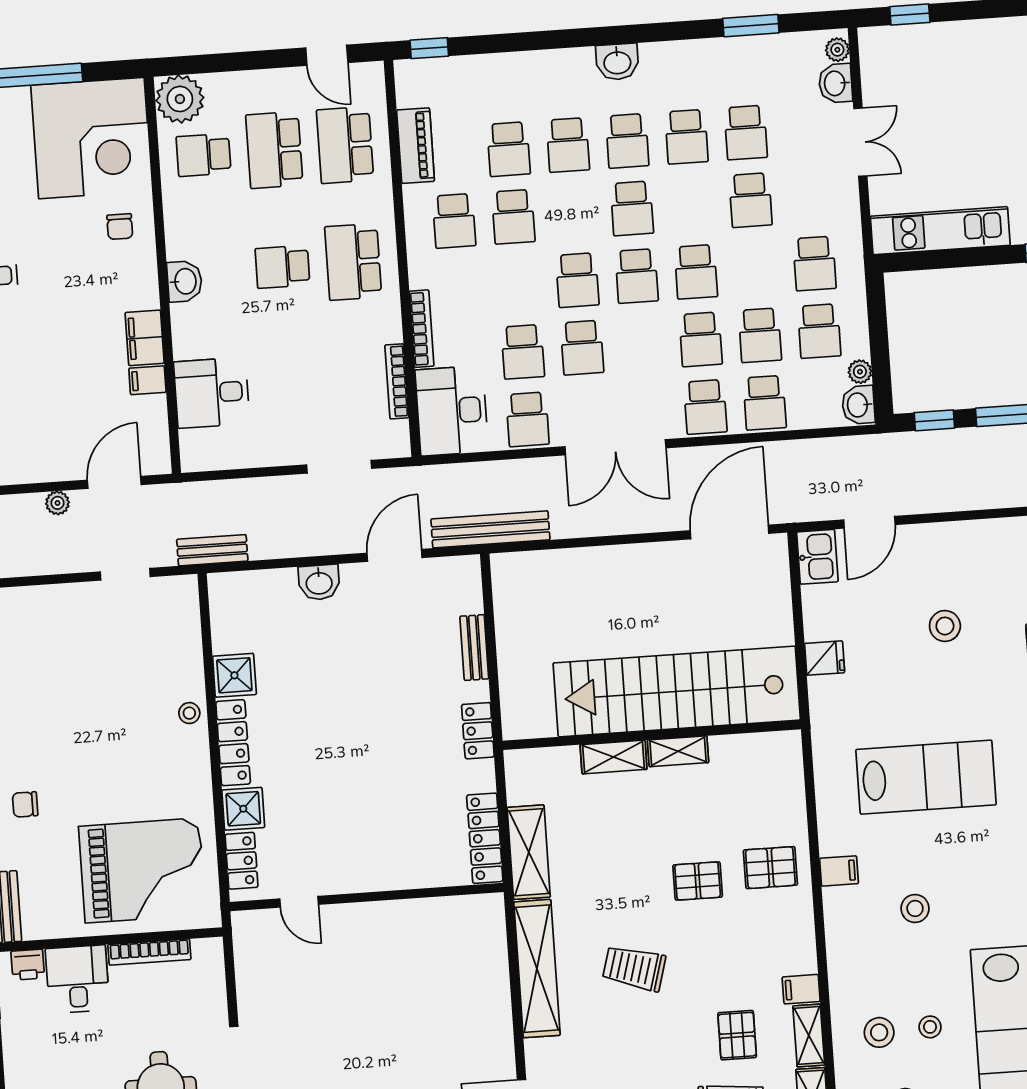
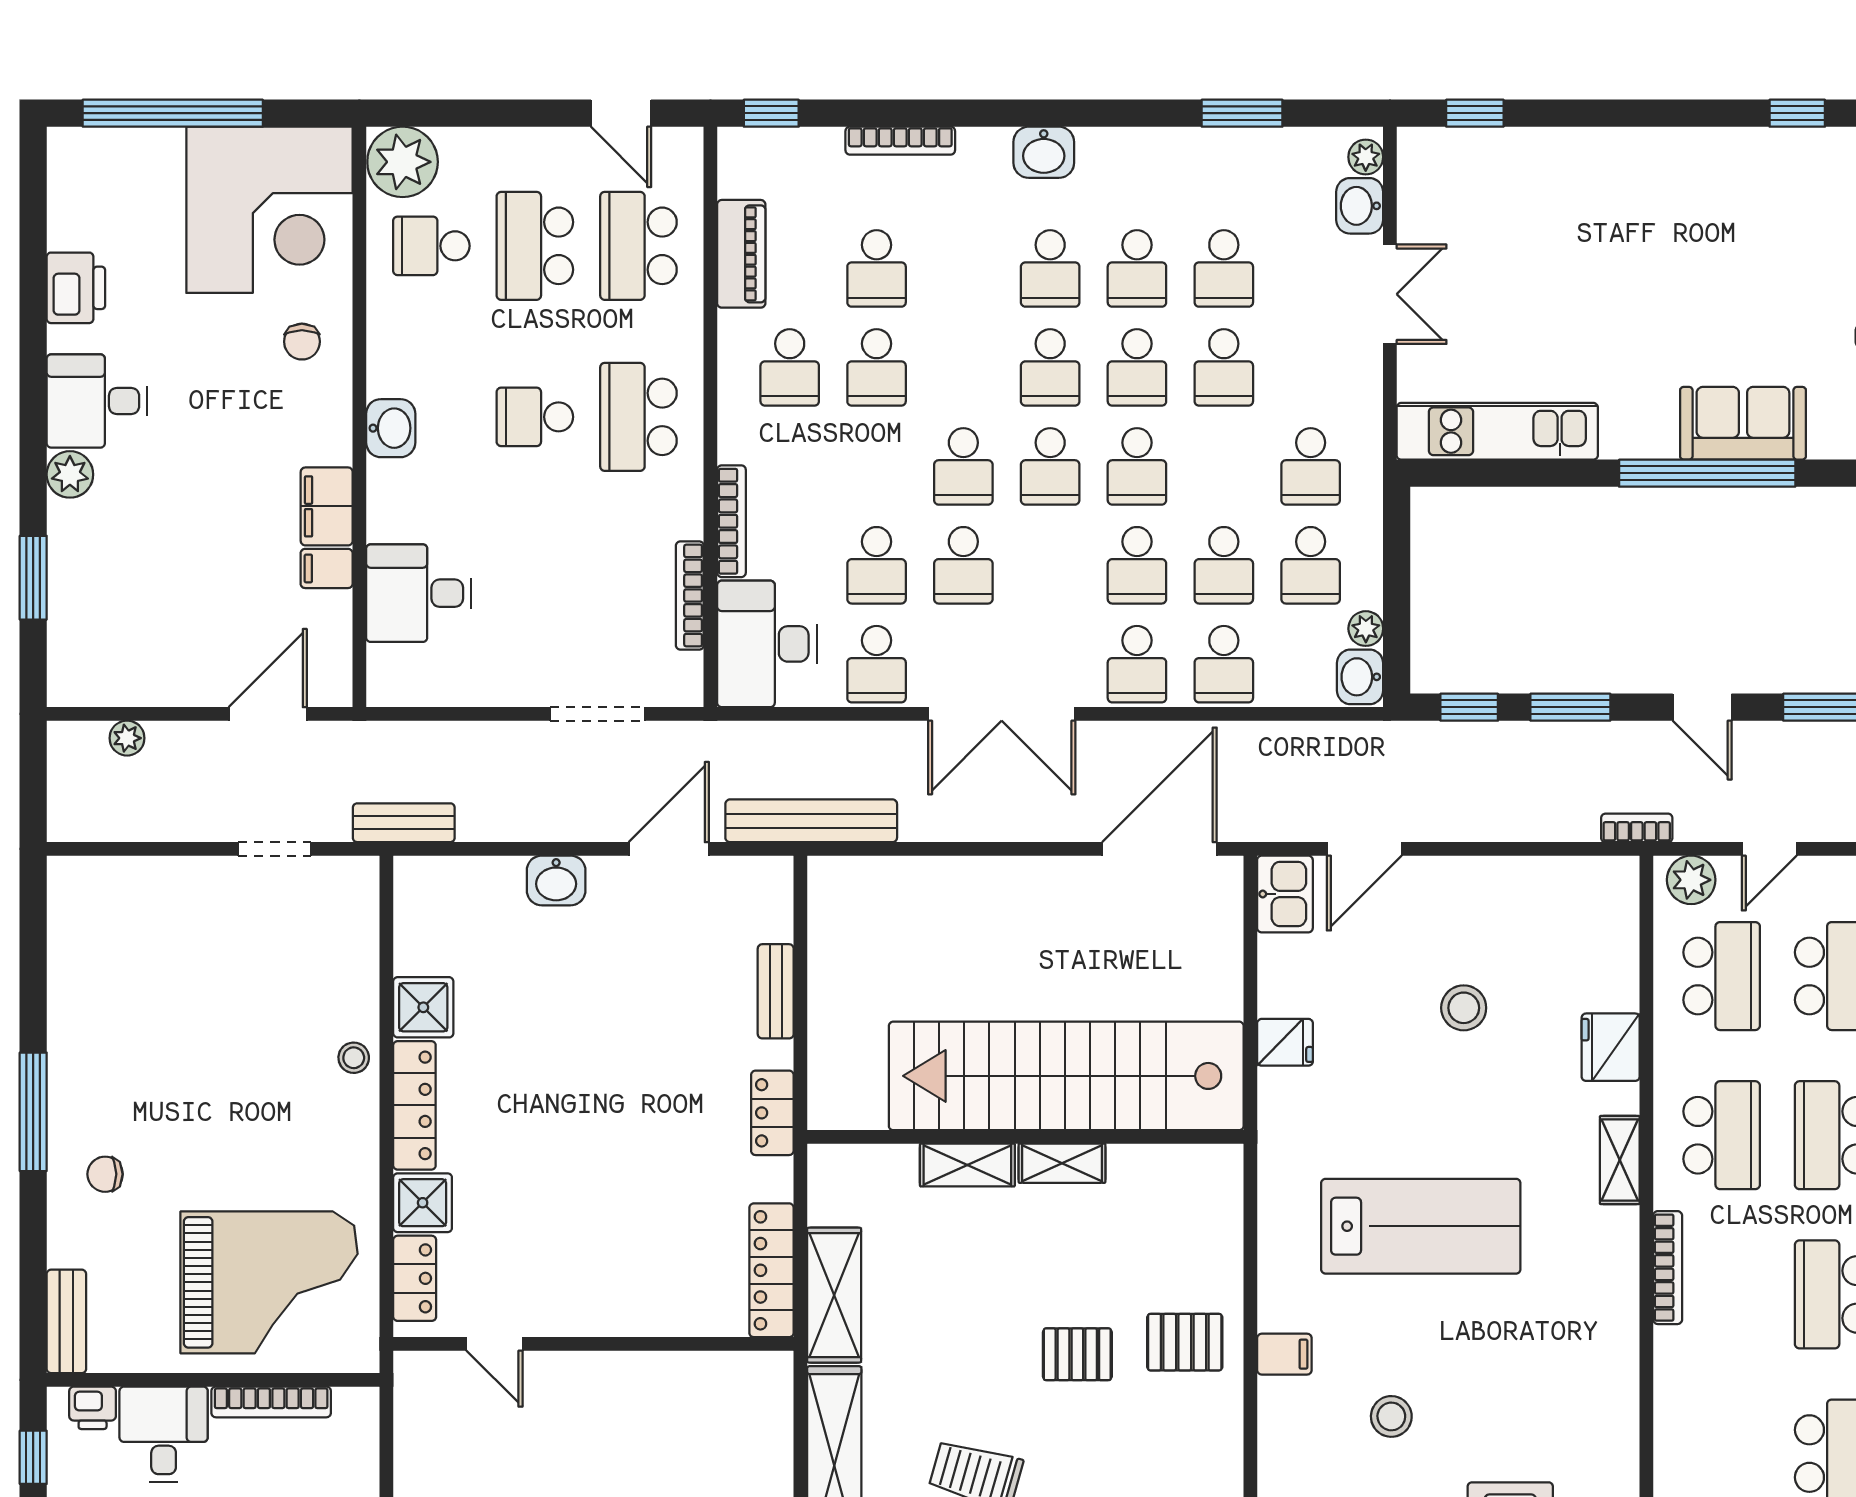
bookcase: (519, 61) -> (900, 141), added
school desk: (568, 145) -> (1137, 367), moved
plant: (58, 503) -> (127, 738), moved

